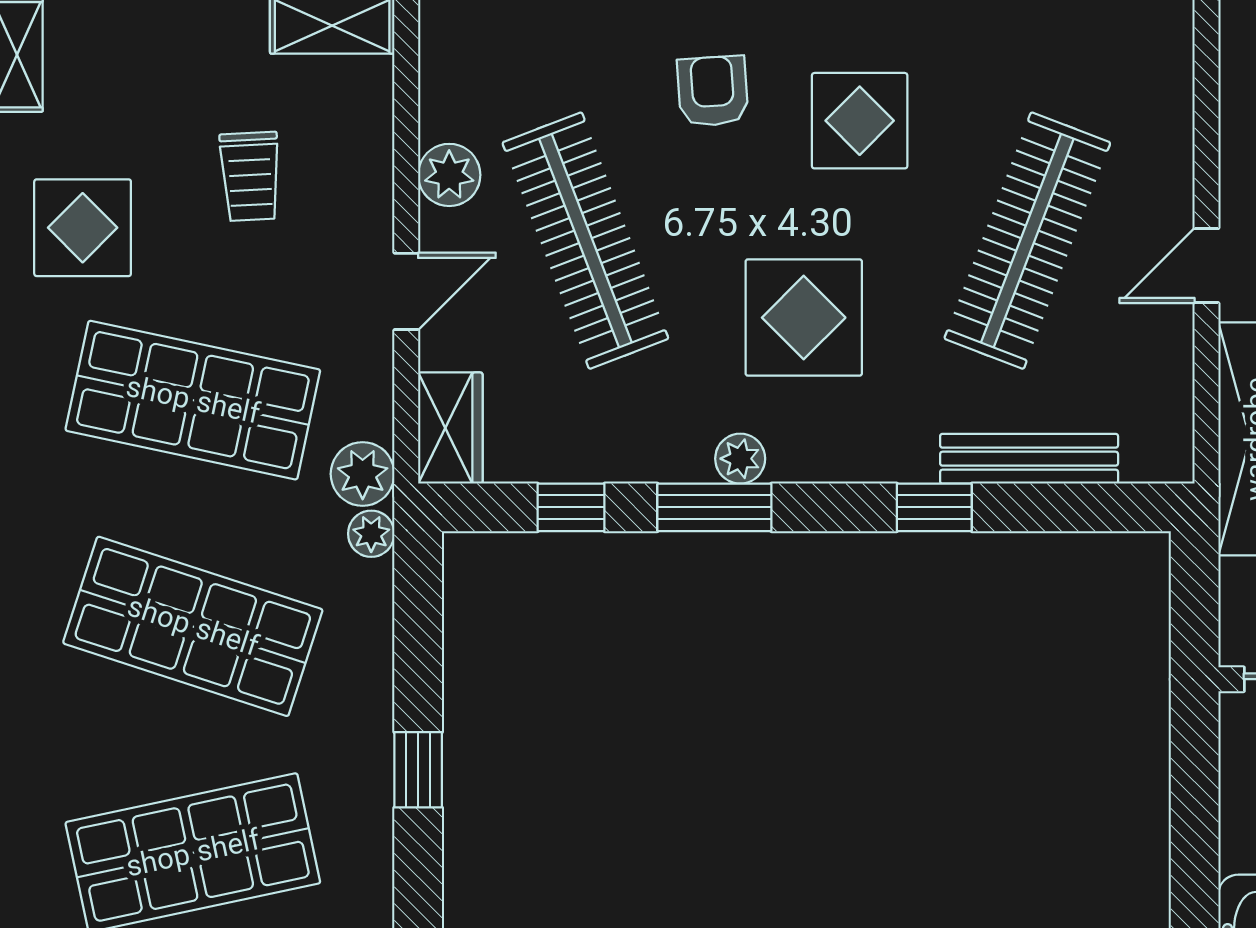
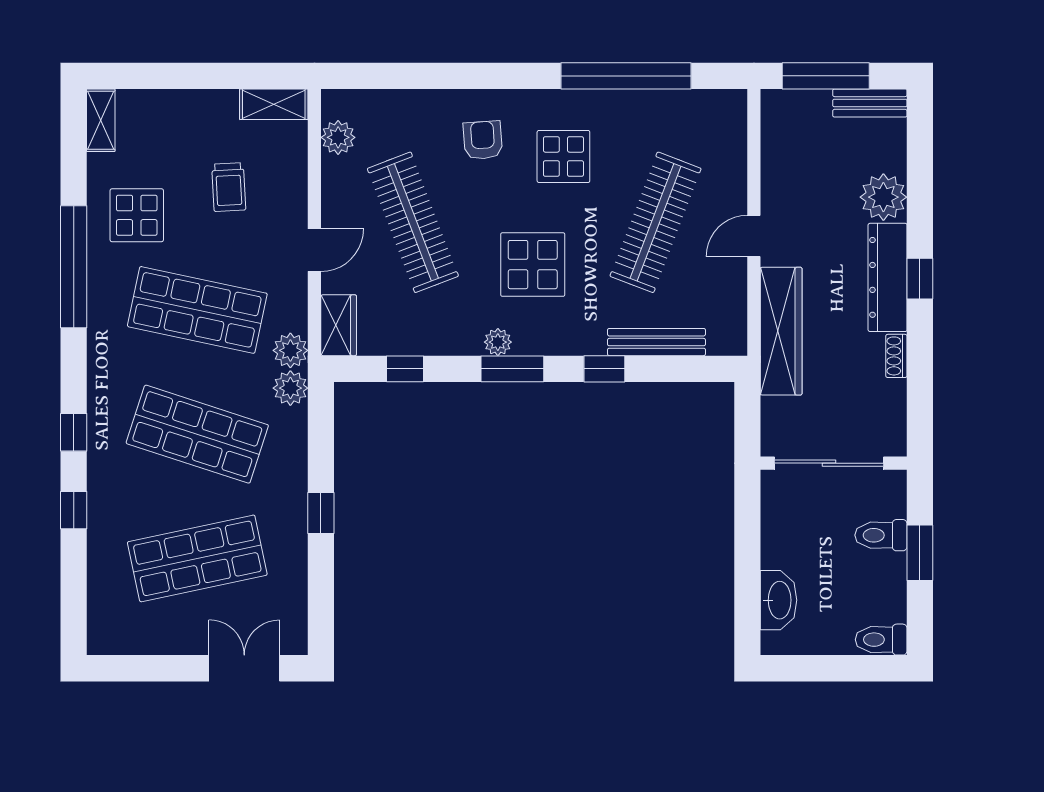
plant: (449, 175) -> (338, 137), moved
window: (714, 507) -> (512, 369), moved
plant: (371, 534) -> (290, 388), width x1.38, depth x1.38

